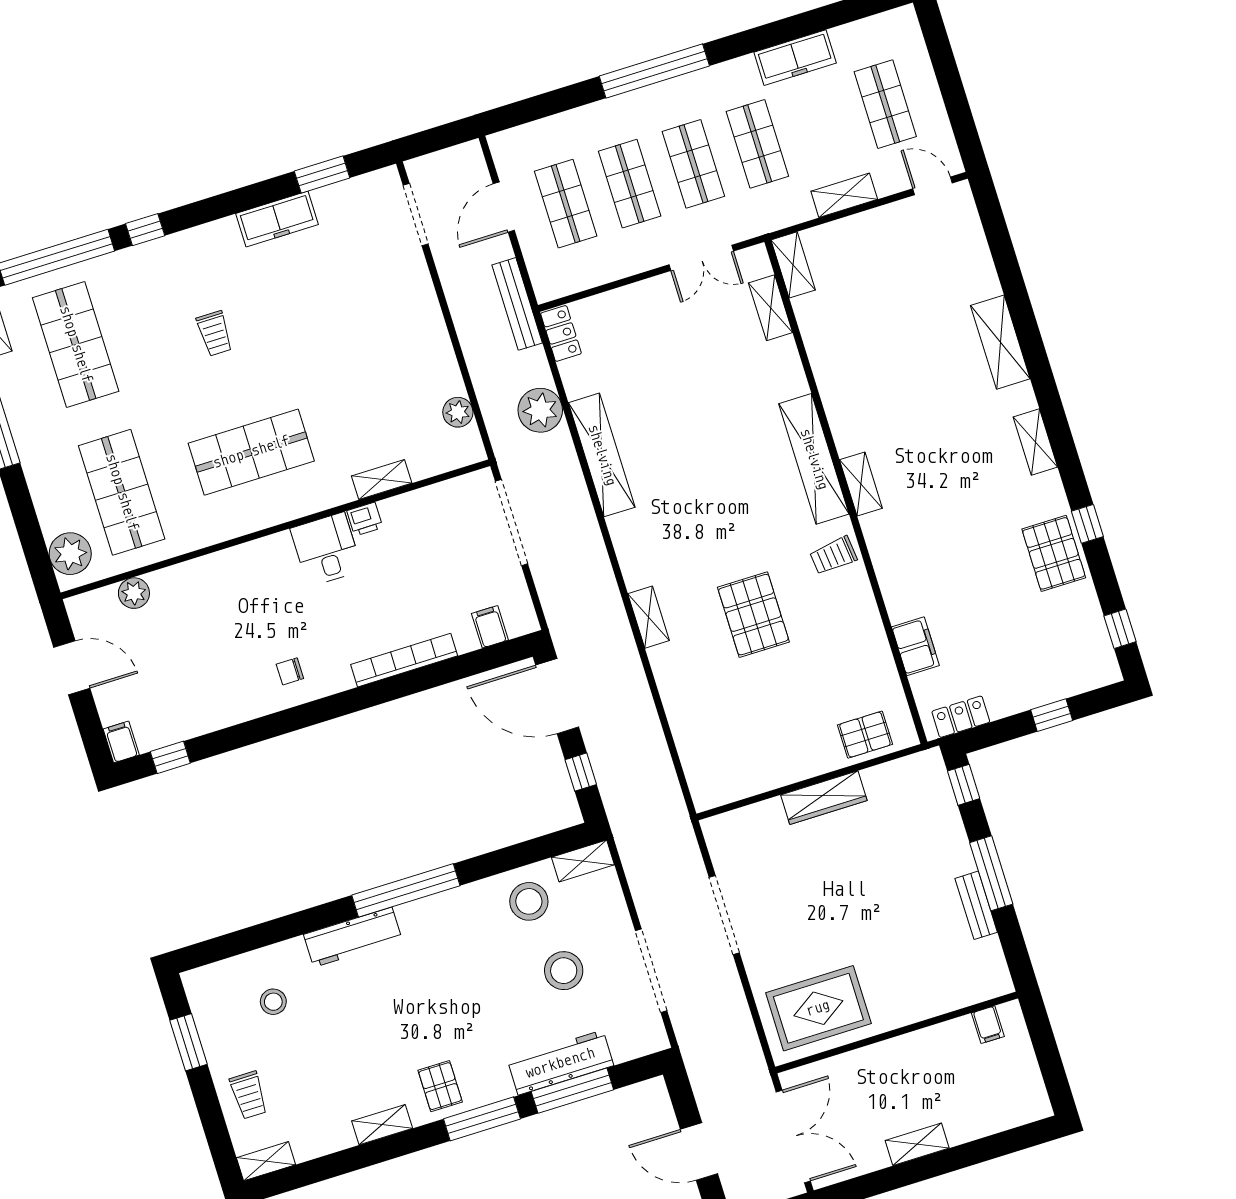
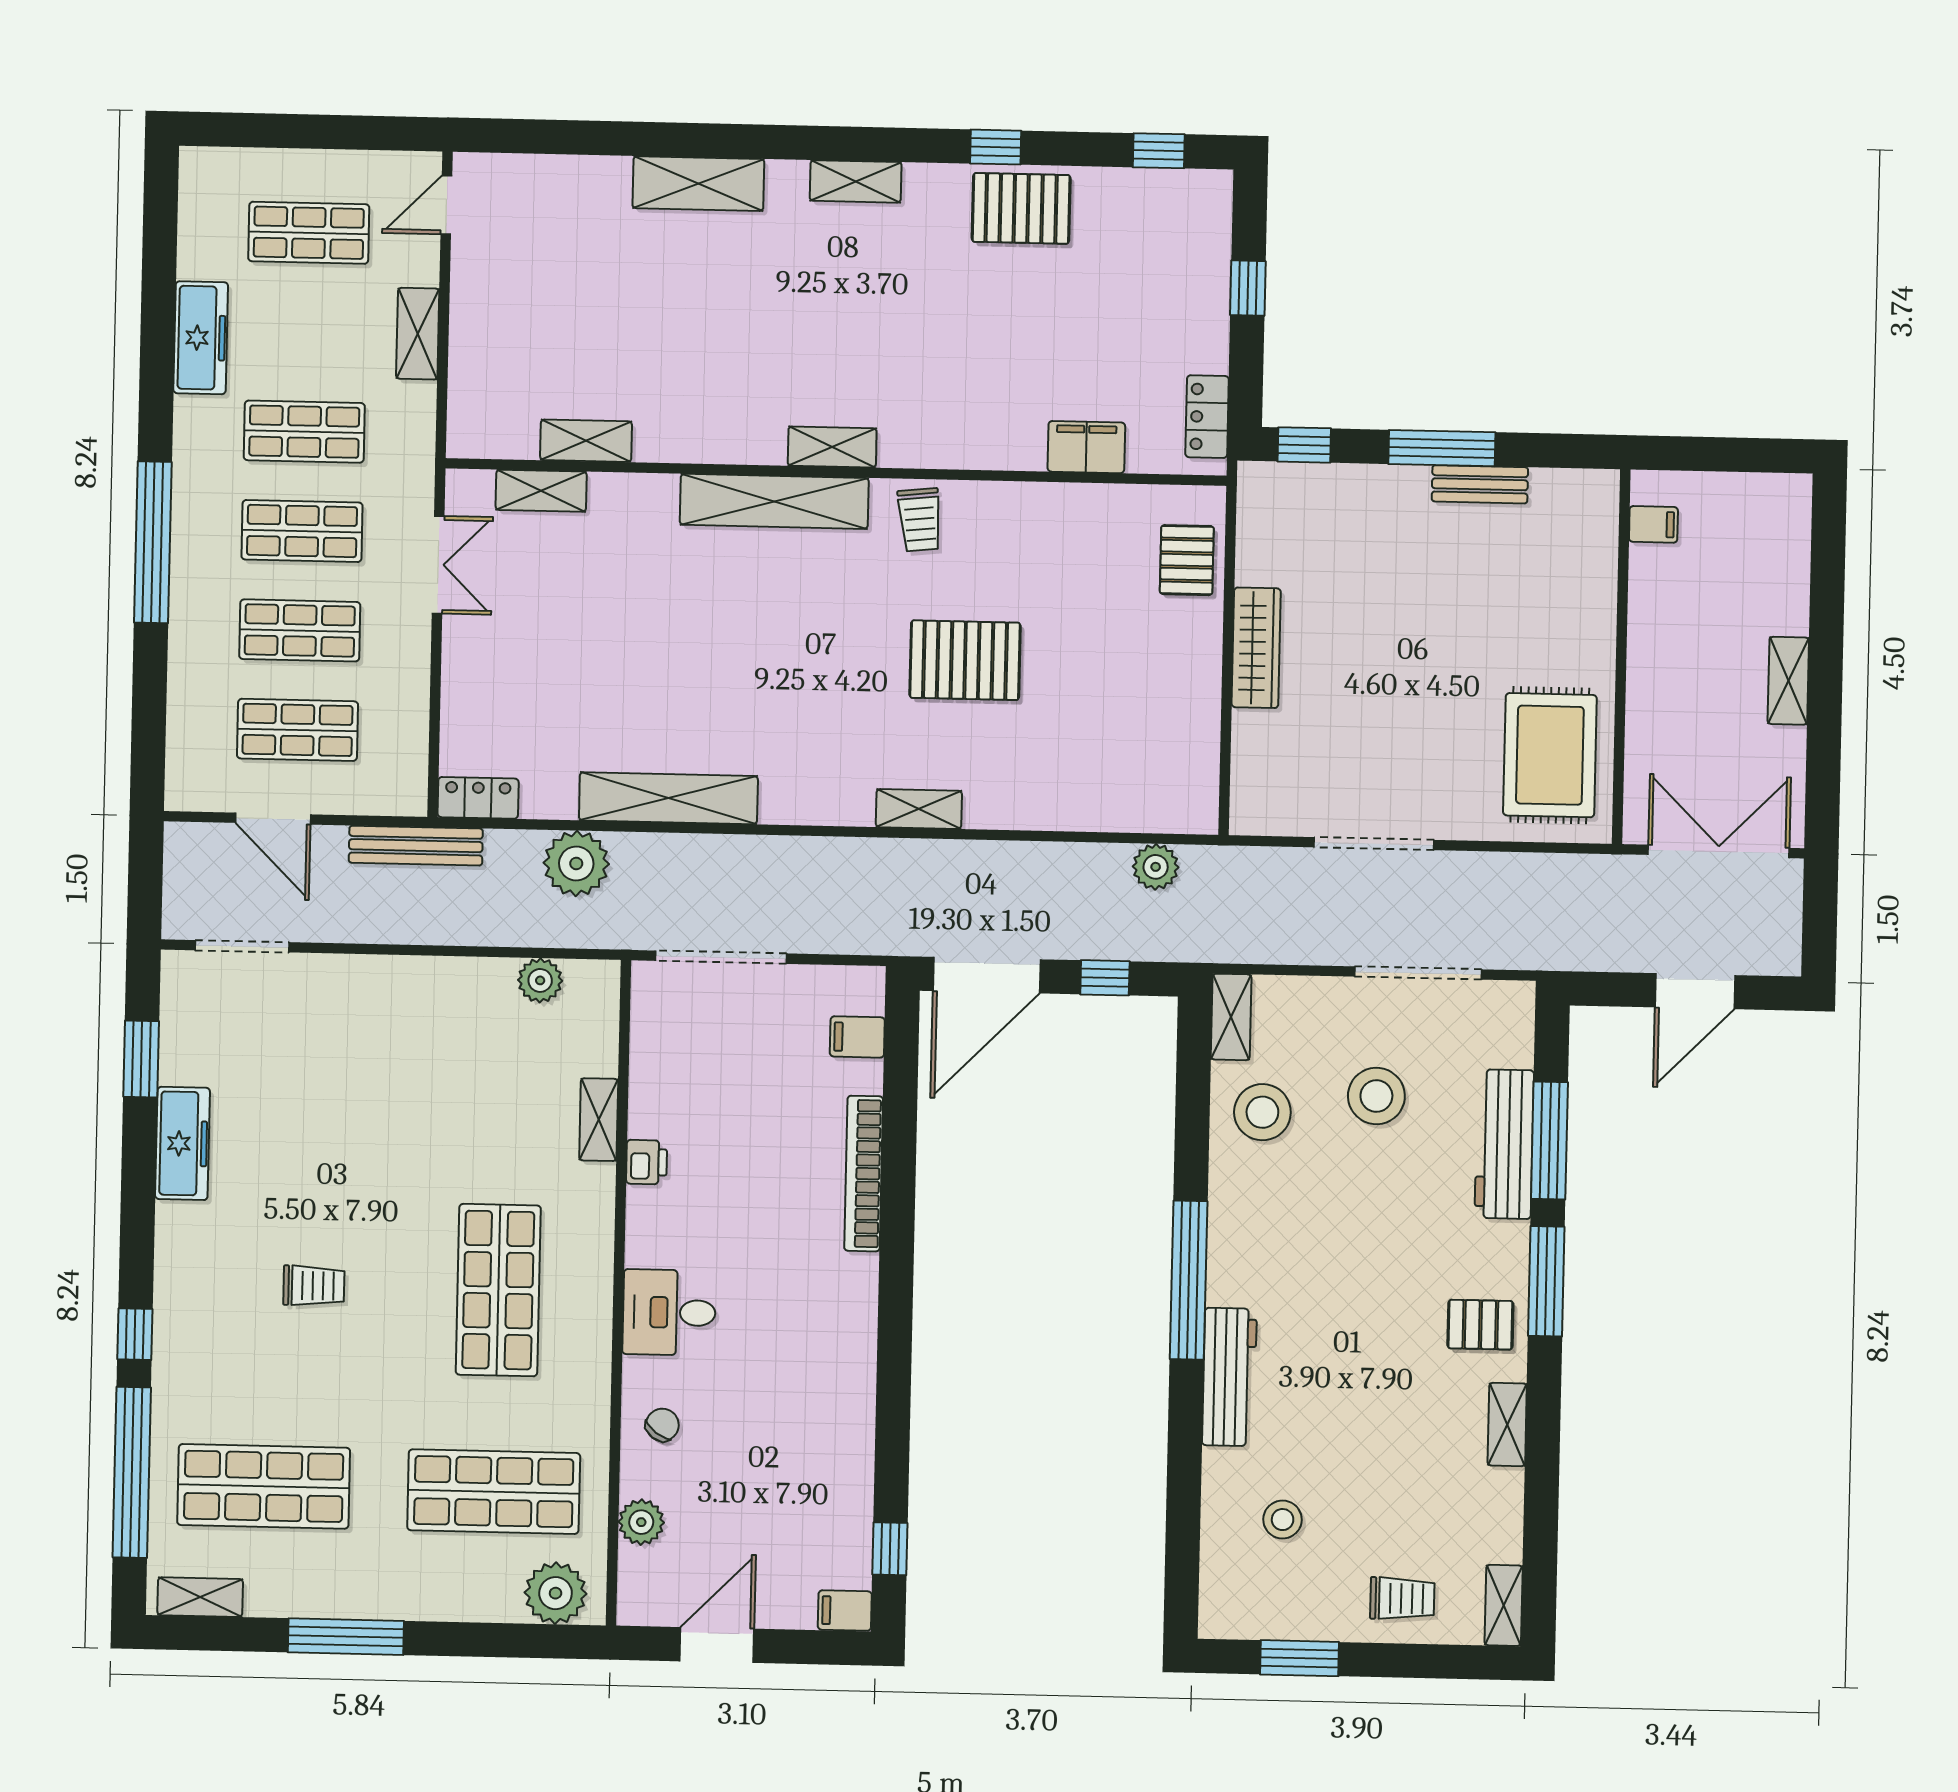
shelving: (793, 265) -> (586, 441), moved
desk: (326, 549) -> (669, 1312), moved
chair: (290, 671) -> (662, 1425), moved, turned -143
plant: (662, 781) -> (1156, 867), added

